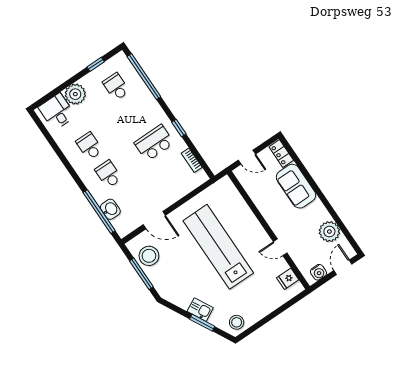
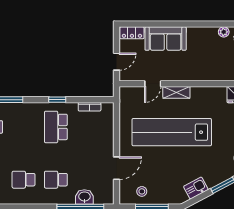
shelving: (256, 227) -> (176, 92), added
plant: (329, 232) -> (224, 32), width x0.53, depth x0.53
door: (280, 247) -> (153, 84), moved
stool: (149, 256) -> (142, 191), width x0.53, depth x0.53
kitchen sink: (200, 310) -> (196, 188), moved

